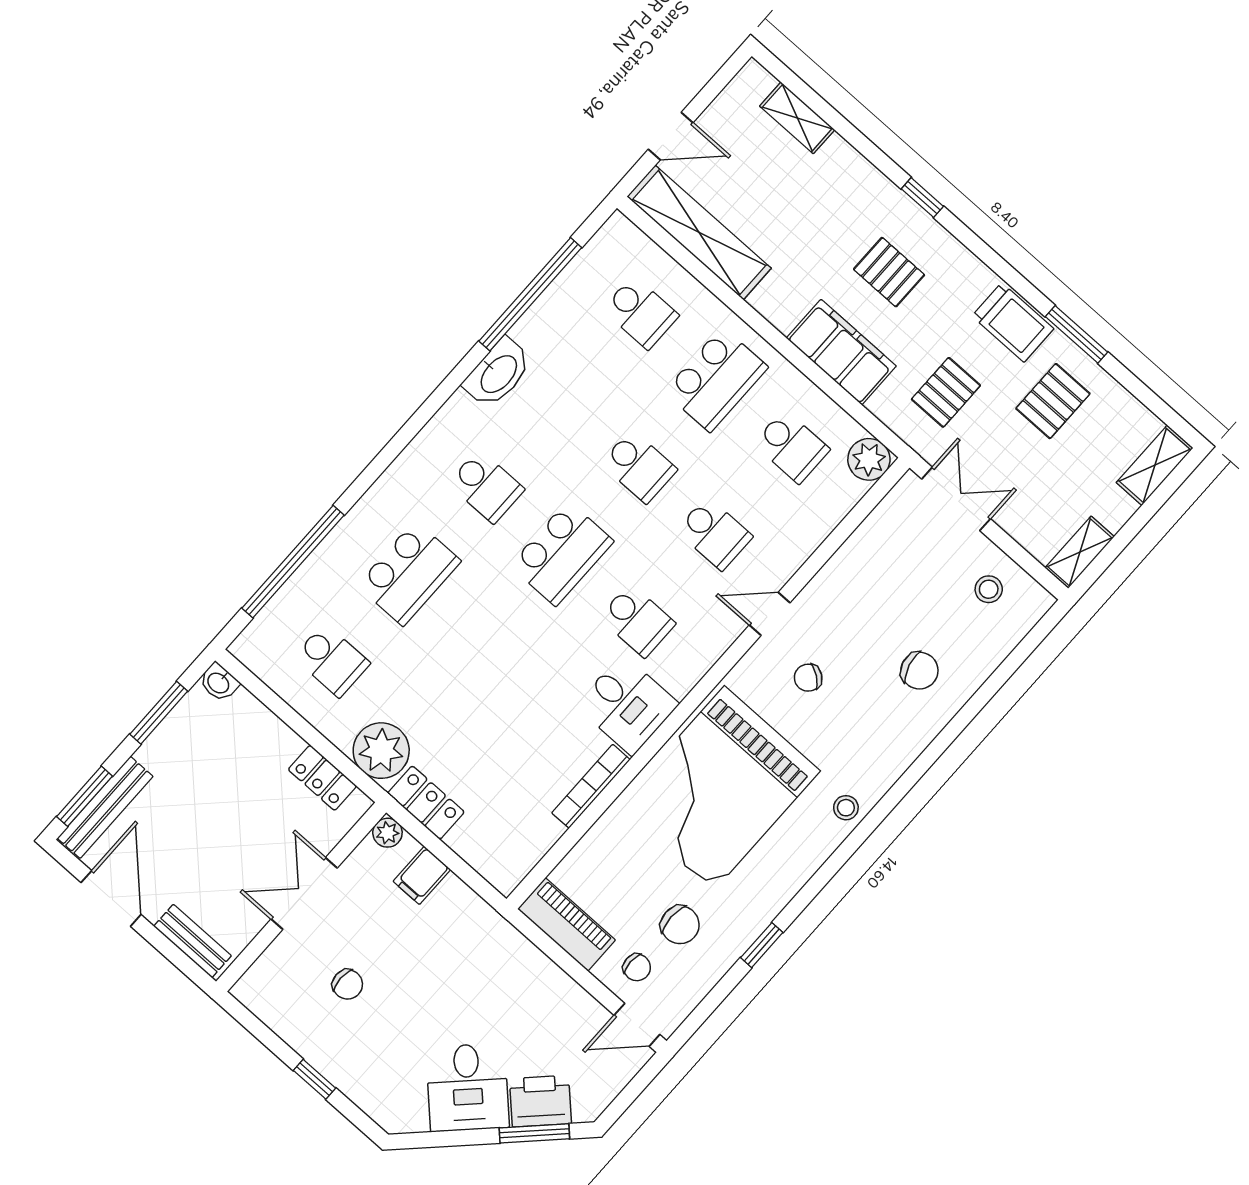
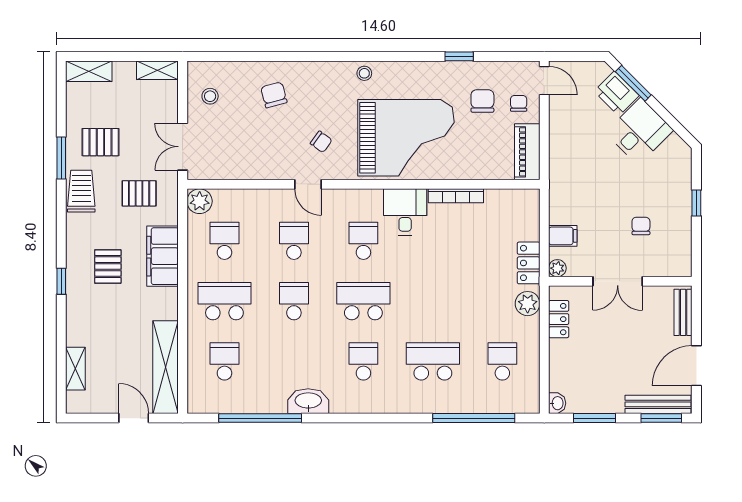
plant: (381, 751) -> (528, 304), width x0.73, depth x0.73

